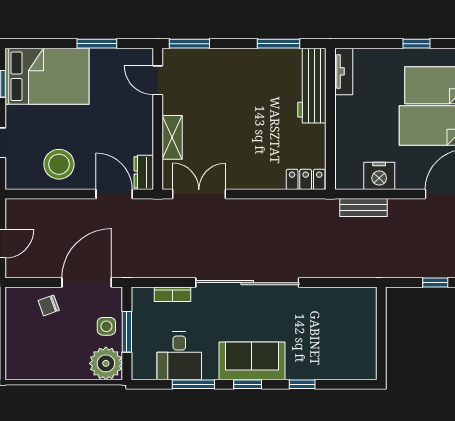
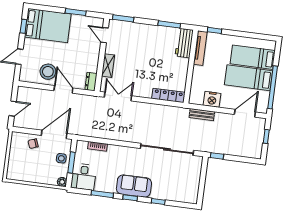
window: (416, 44) -> (214, 30), moved
tv unit: (344, 71) -> (200, 48), width x1.41
workbench: (312, 86) -> (184, 43), width x0.73
locker: (306, 179) -> (168, 95), width x1.53
door: (114, 194) -> (63, 89), moved
sliding door: (247, 283) -> (167, 149), moved
window: (435, 283) -> (217, 156), moved
desk: (179, 356) -> (84, 177), moved
plant: (106, 363) -> (62, 182), width x0.53, depth x0.53

